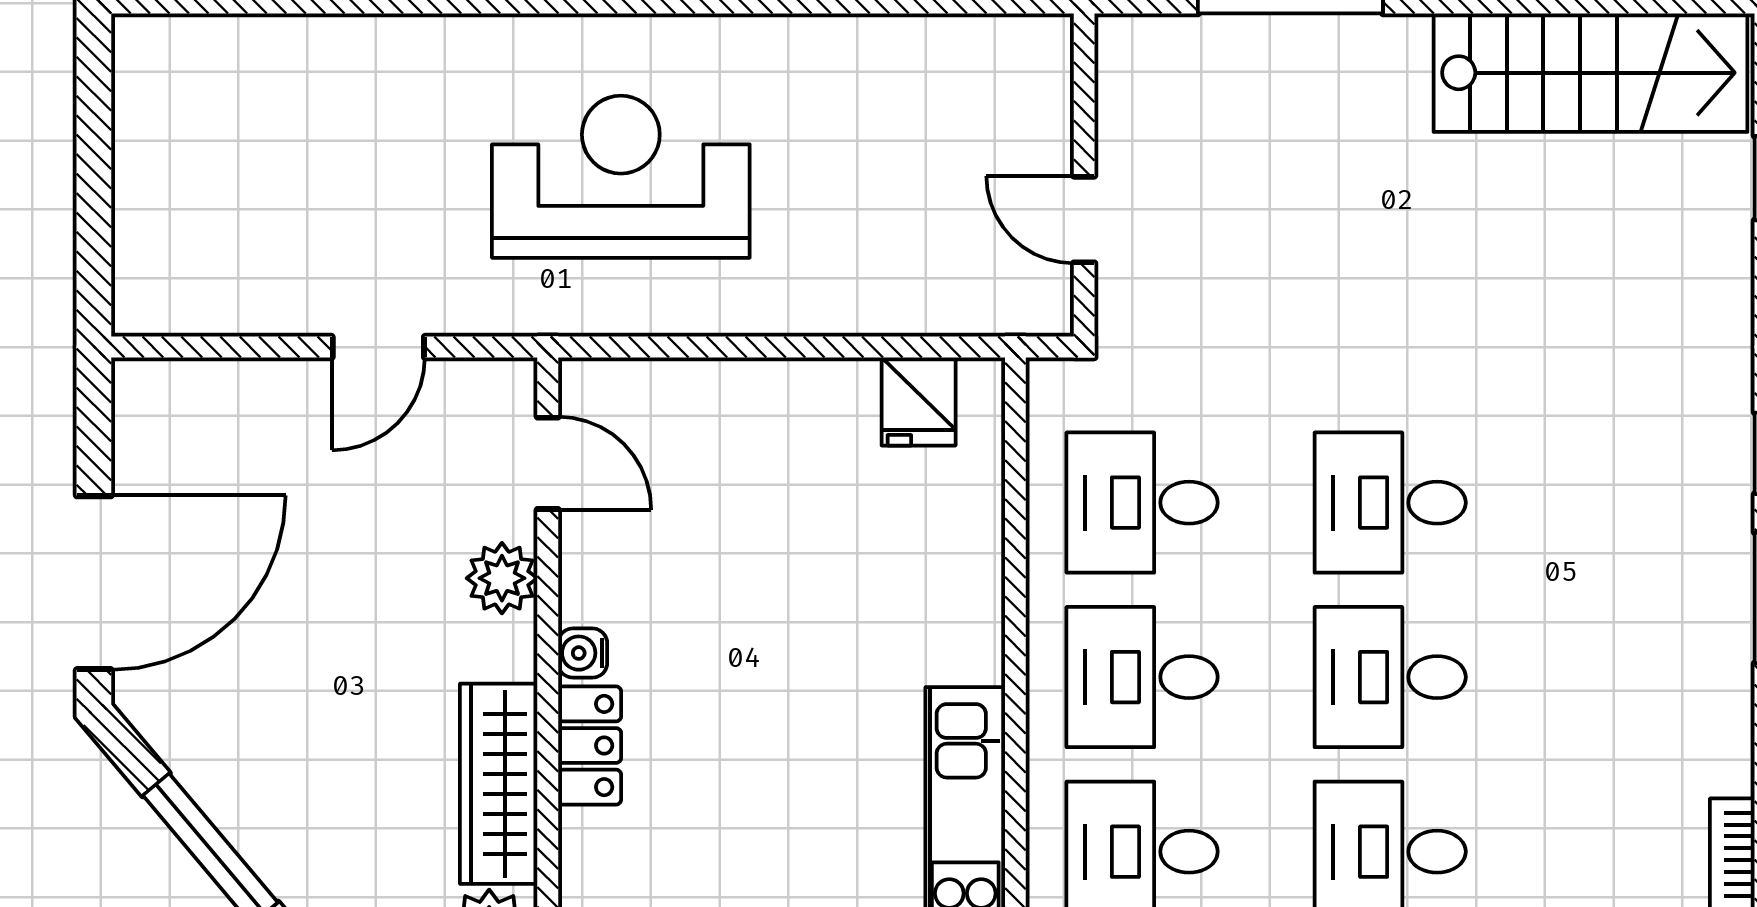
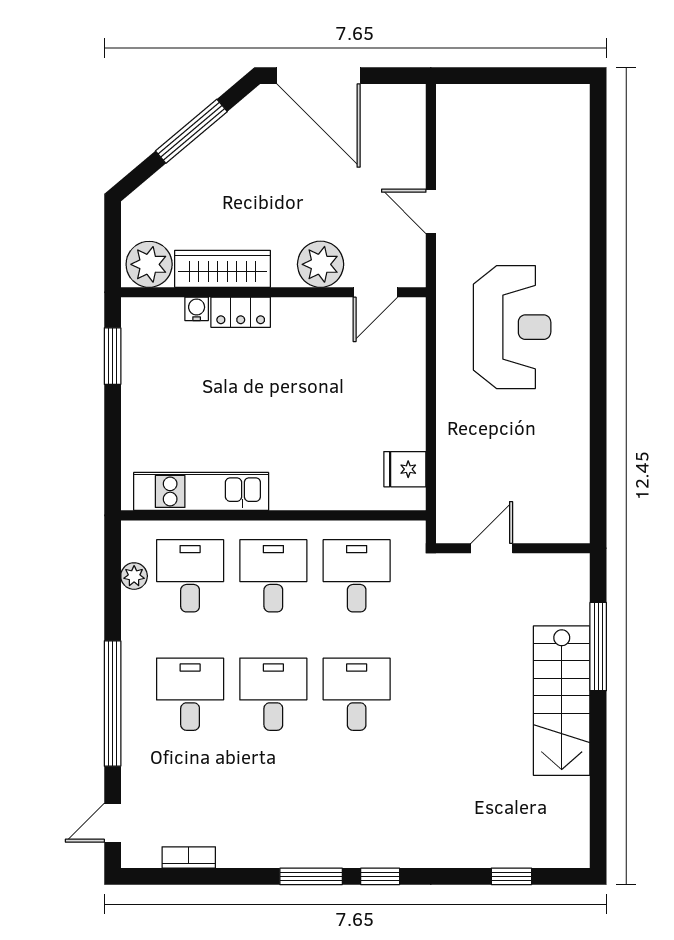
stairs: (1590, 73) -> (562, 701), moved
plant: (502, 578) -> (321, 264), width x1.36, depth x1.36
water cooler: (583, 653) -> (197, 309), moved

